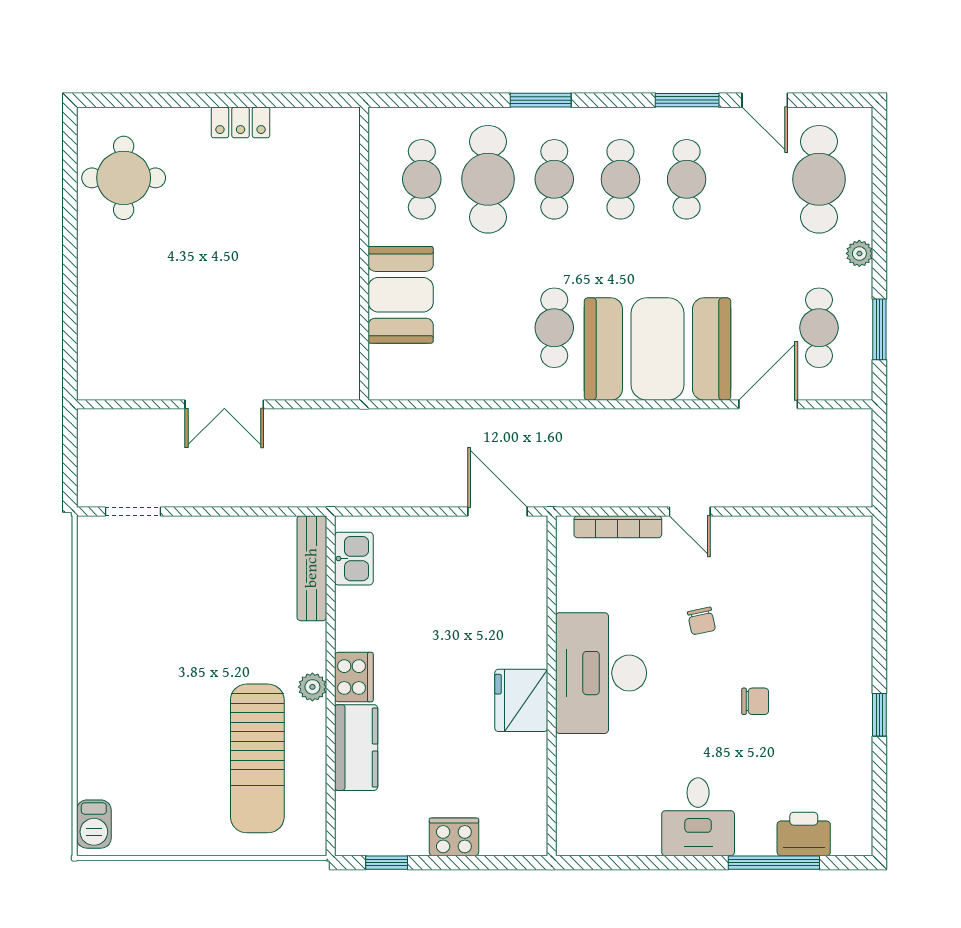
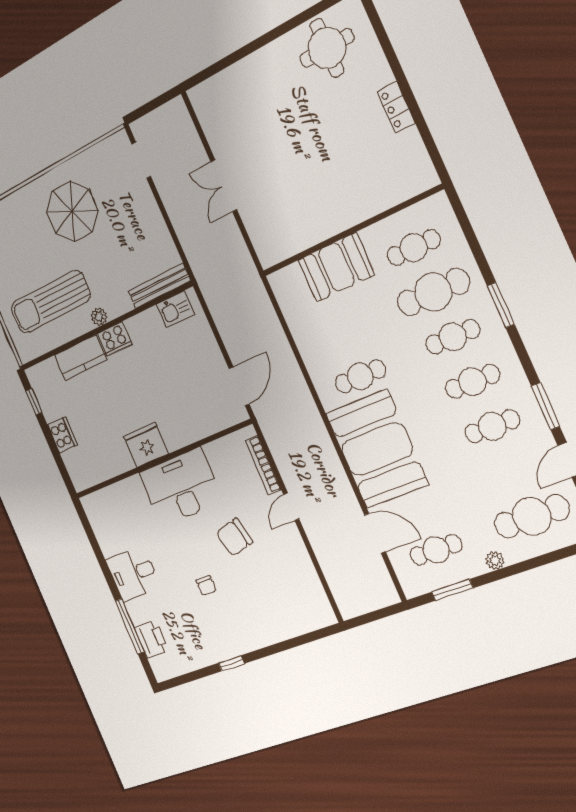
chair: (701, 621) -> (234, 537), width x1.87, depth x1.87
parasol: (150, 657) -> (72, 211), added

